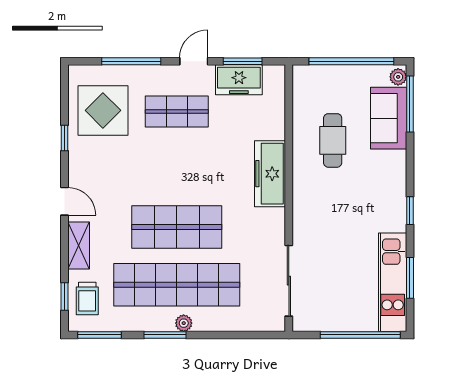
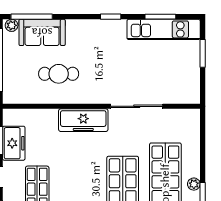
sliding door: (289, 281) -> (137, 106), moved
window: (360, 335) -> (203, 53), width x0.47

